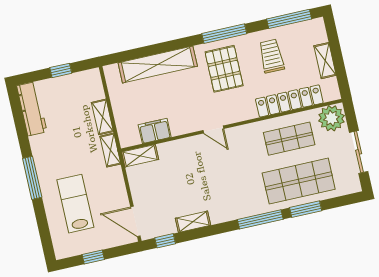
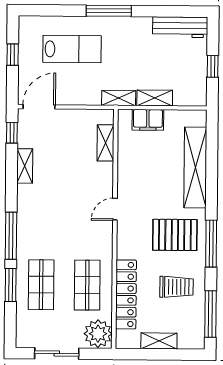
filing cabinet: (155, 131) -> (148, 120), moved, turned 90
shelving: (140, 156) -> (105, 143), moved
shop shelf: (299, 181) -> (41, 285), width x0.70, depth x0.74

